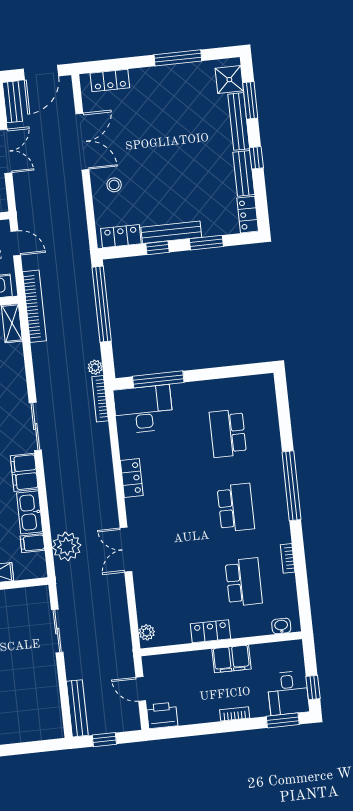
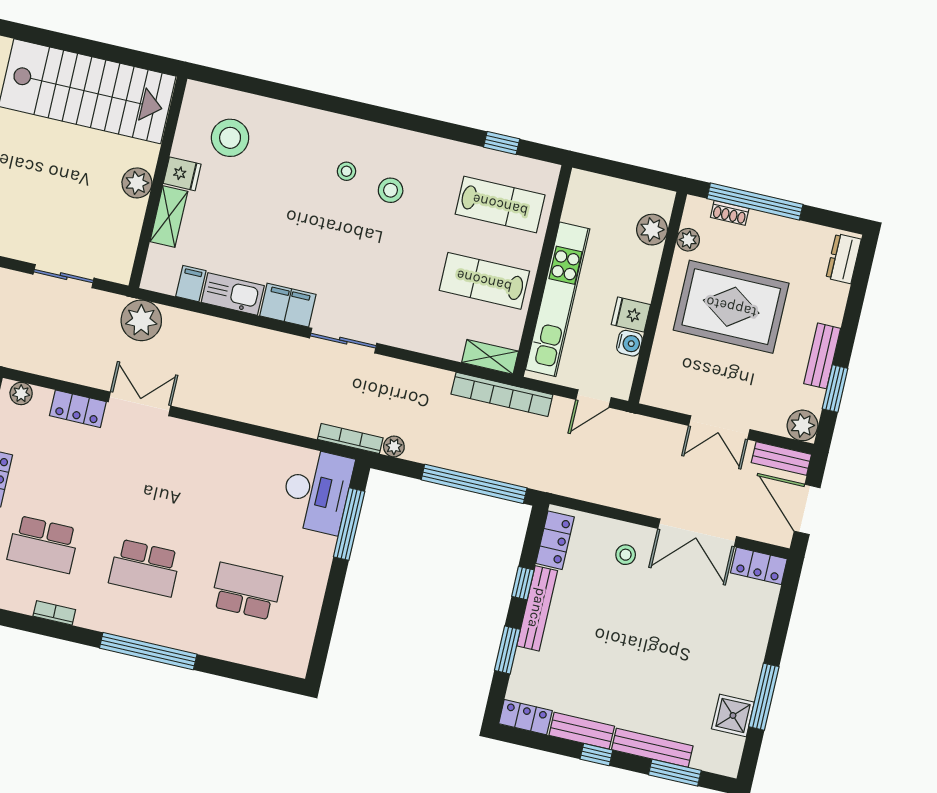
locker: (110, 80) -> (759, 566), moved, turned -90
shower: (229, 80) -> (733, 715), moved
locker: (132, 478) -> (78, 409), moved
plant: (67, 546) -> (141, 320), moved

